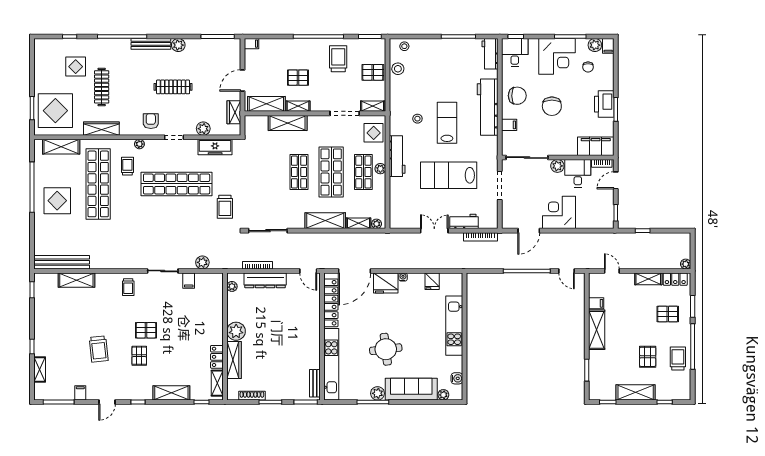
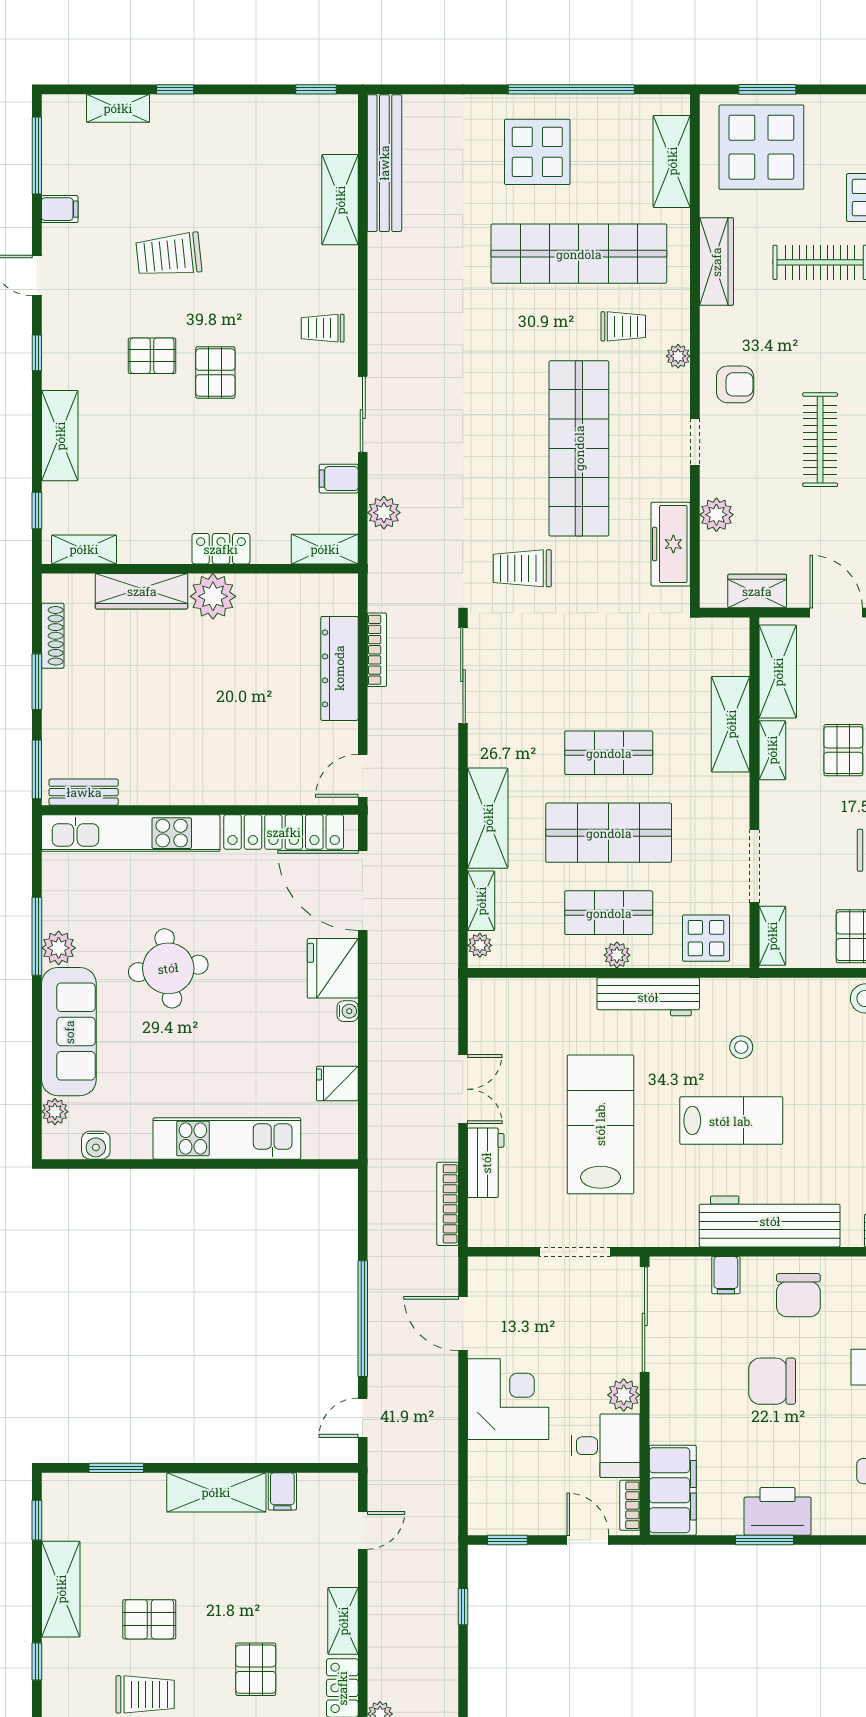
shelving: (217, 286) -> (325, 549), added
plant: (232, 286) -> (324, 586), removed
locker: (217, 357) -> (221, 549), moved

